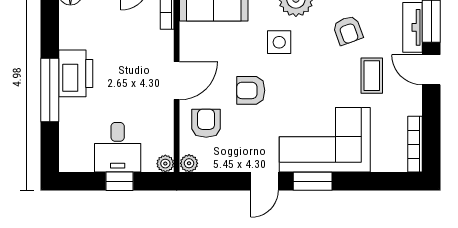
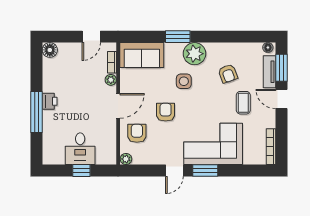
printer: (76, 73) -> (50, 101), width x0.53, depth x0.68
armchair: (251, 90) -> (166, 112), turned 90
plant: (165, 164) -> (111, 80), moved

